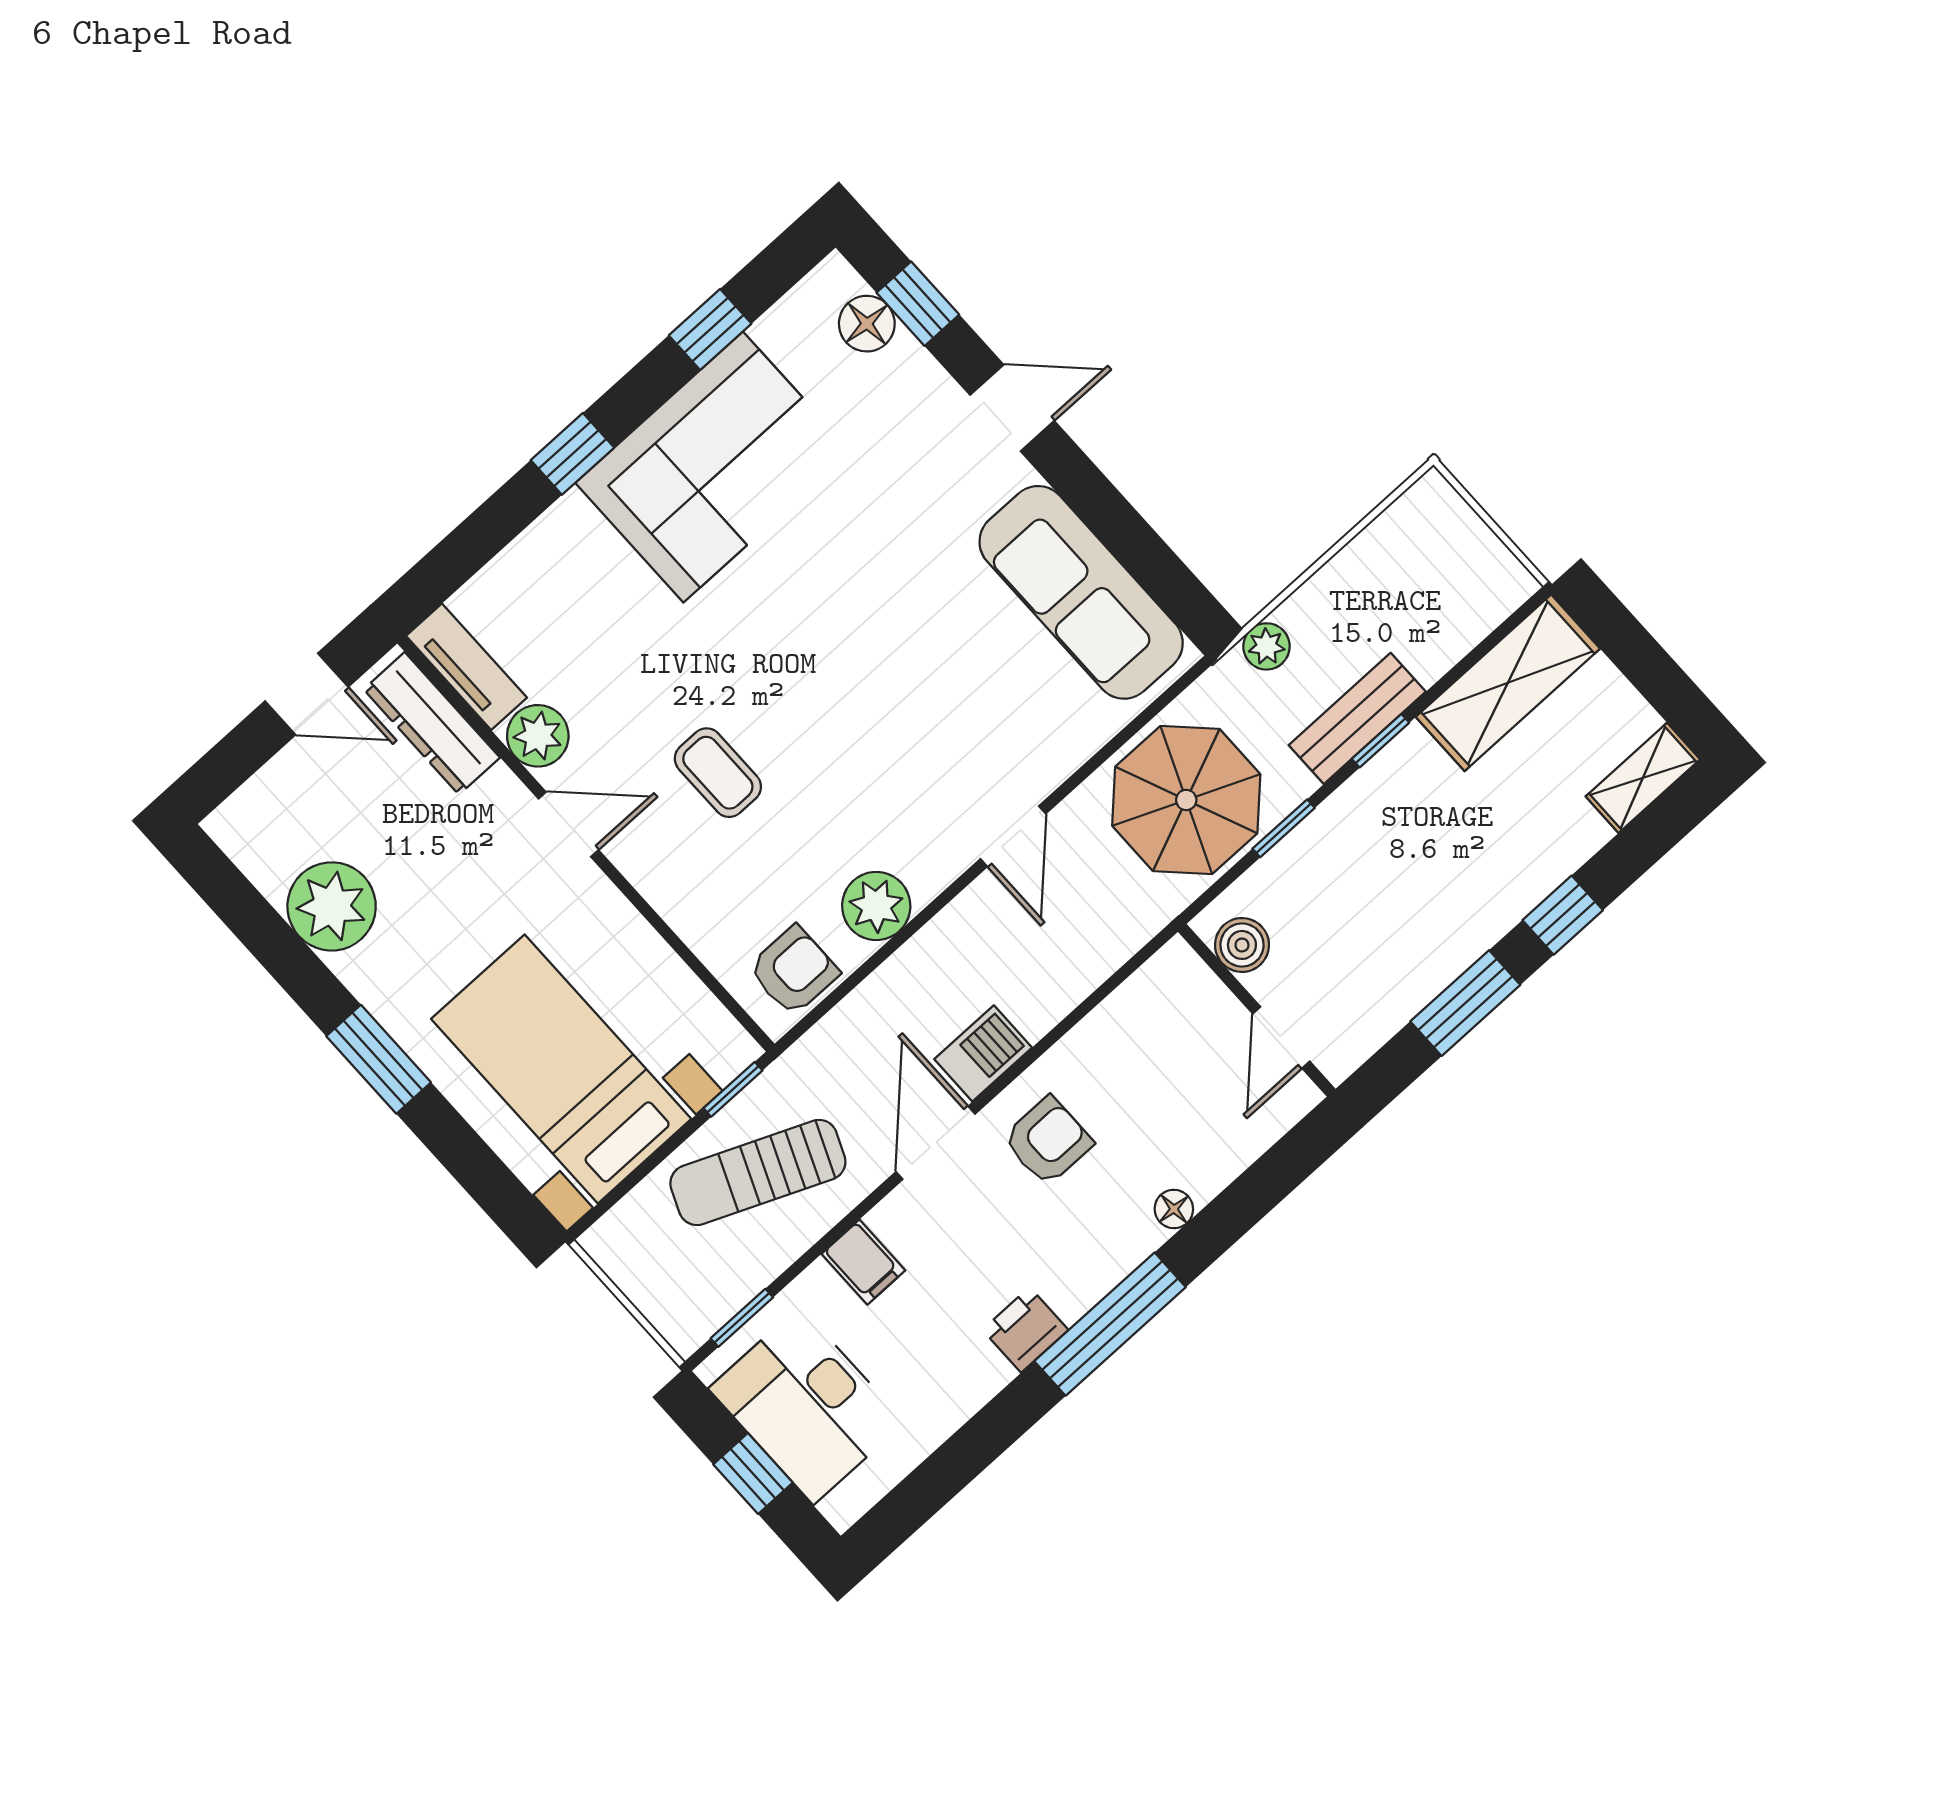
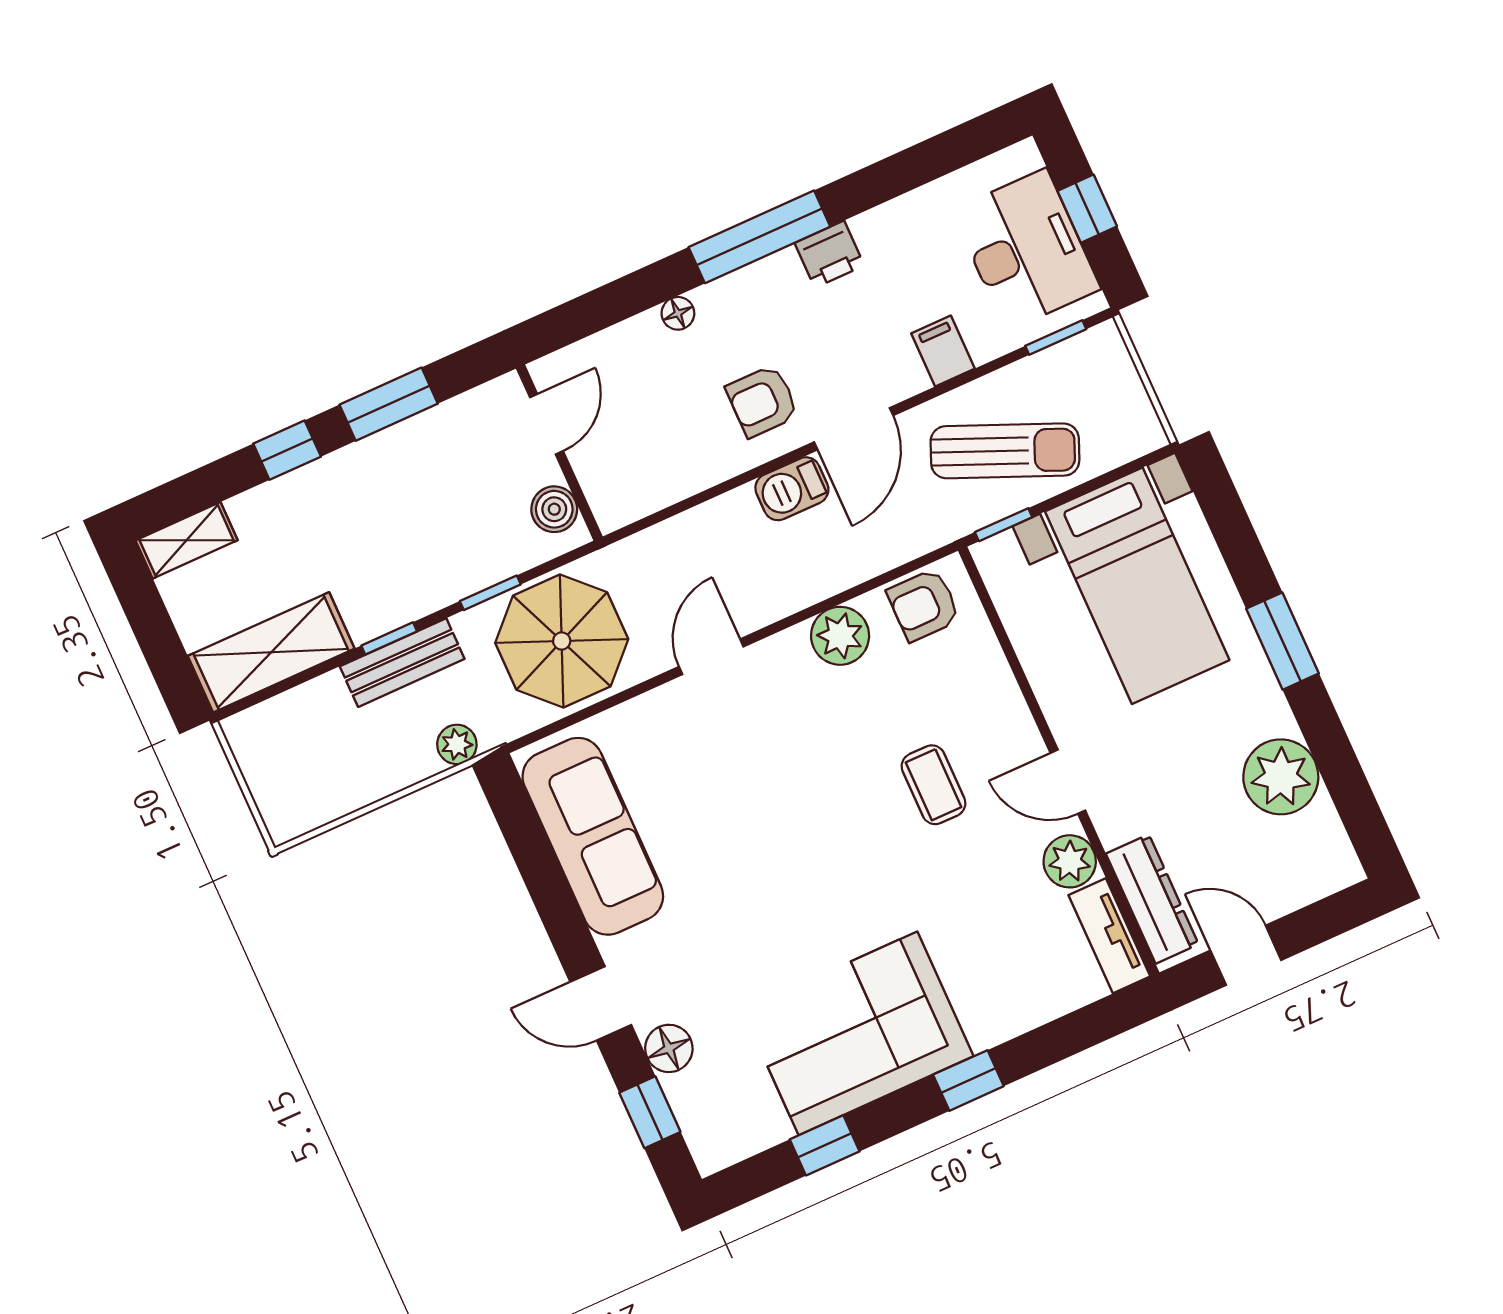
floor lamp: (867, 324) -> (669, 1048), moved

